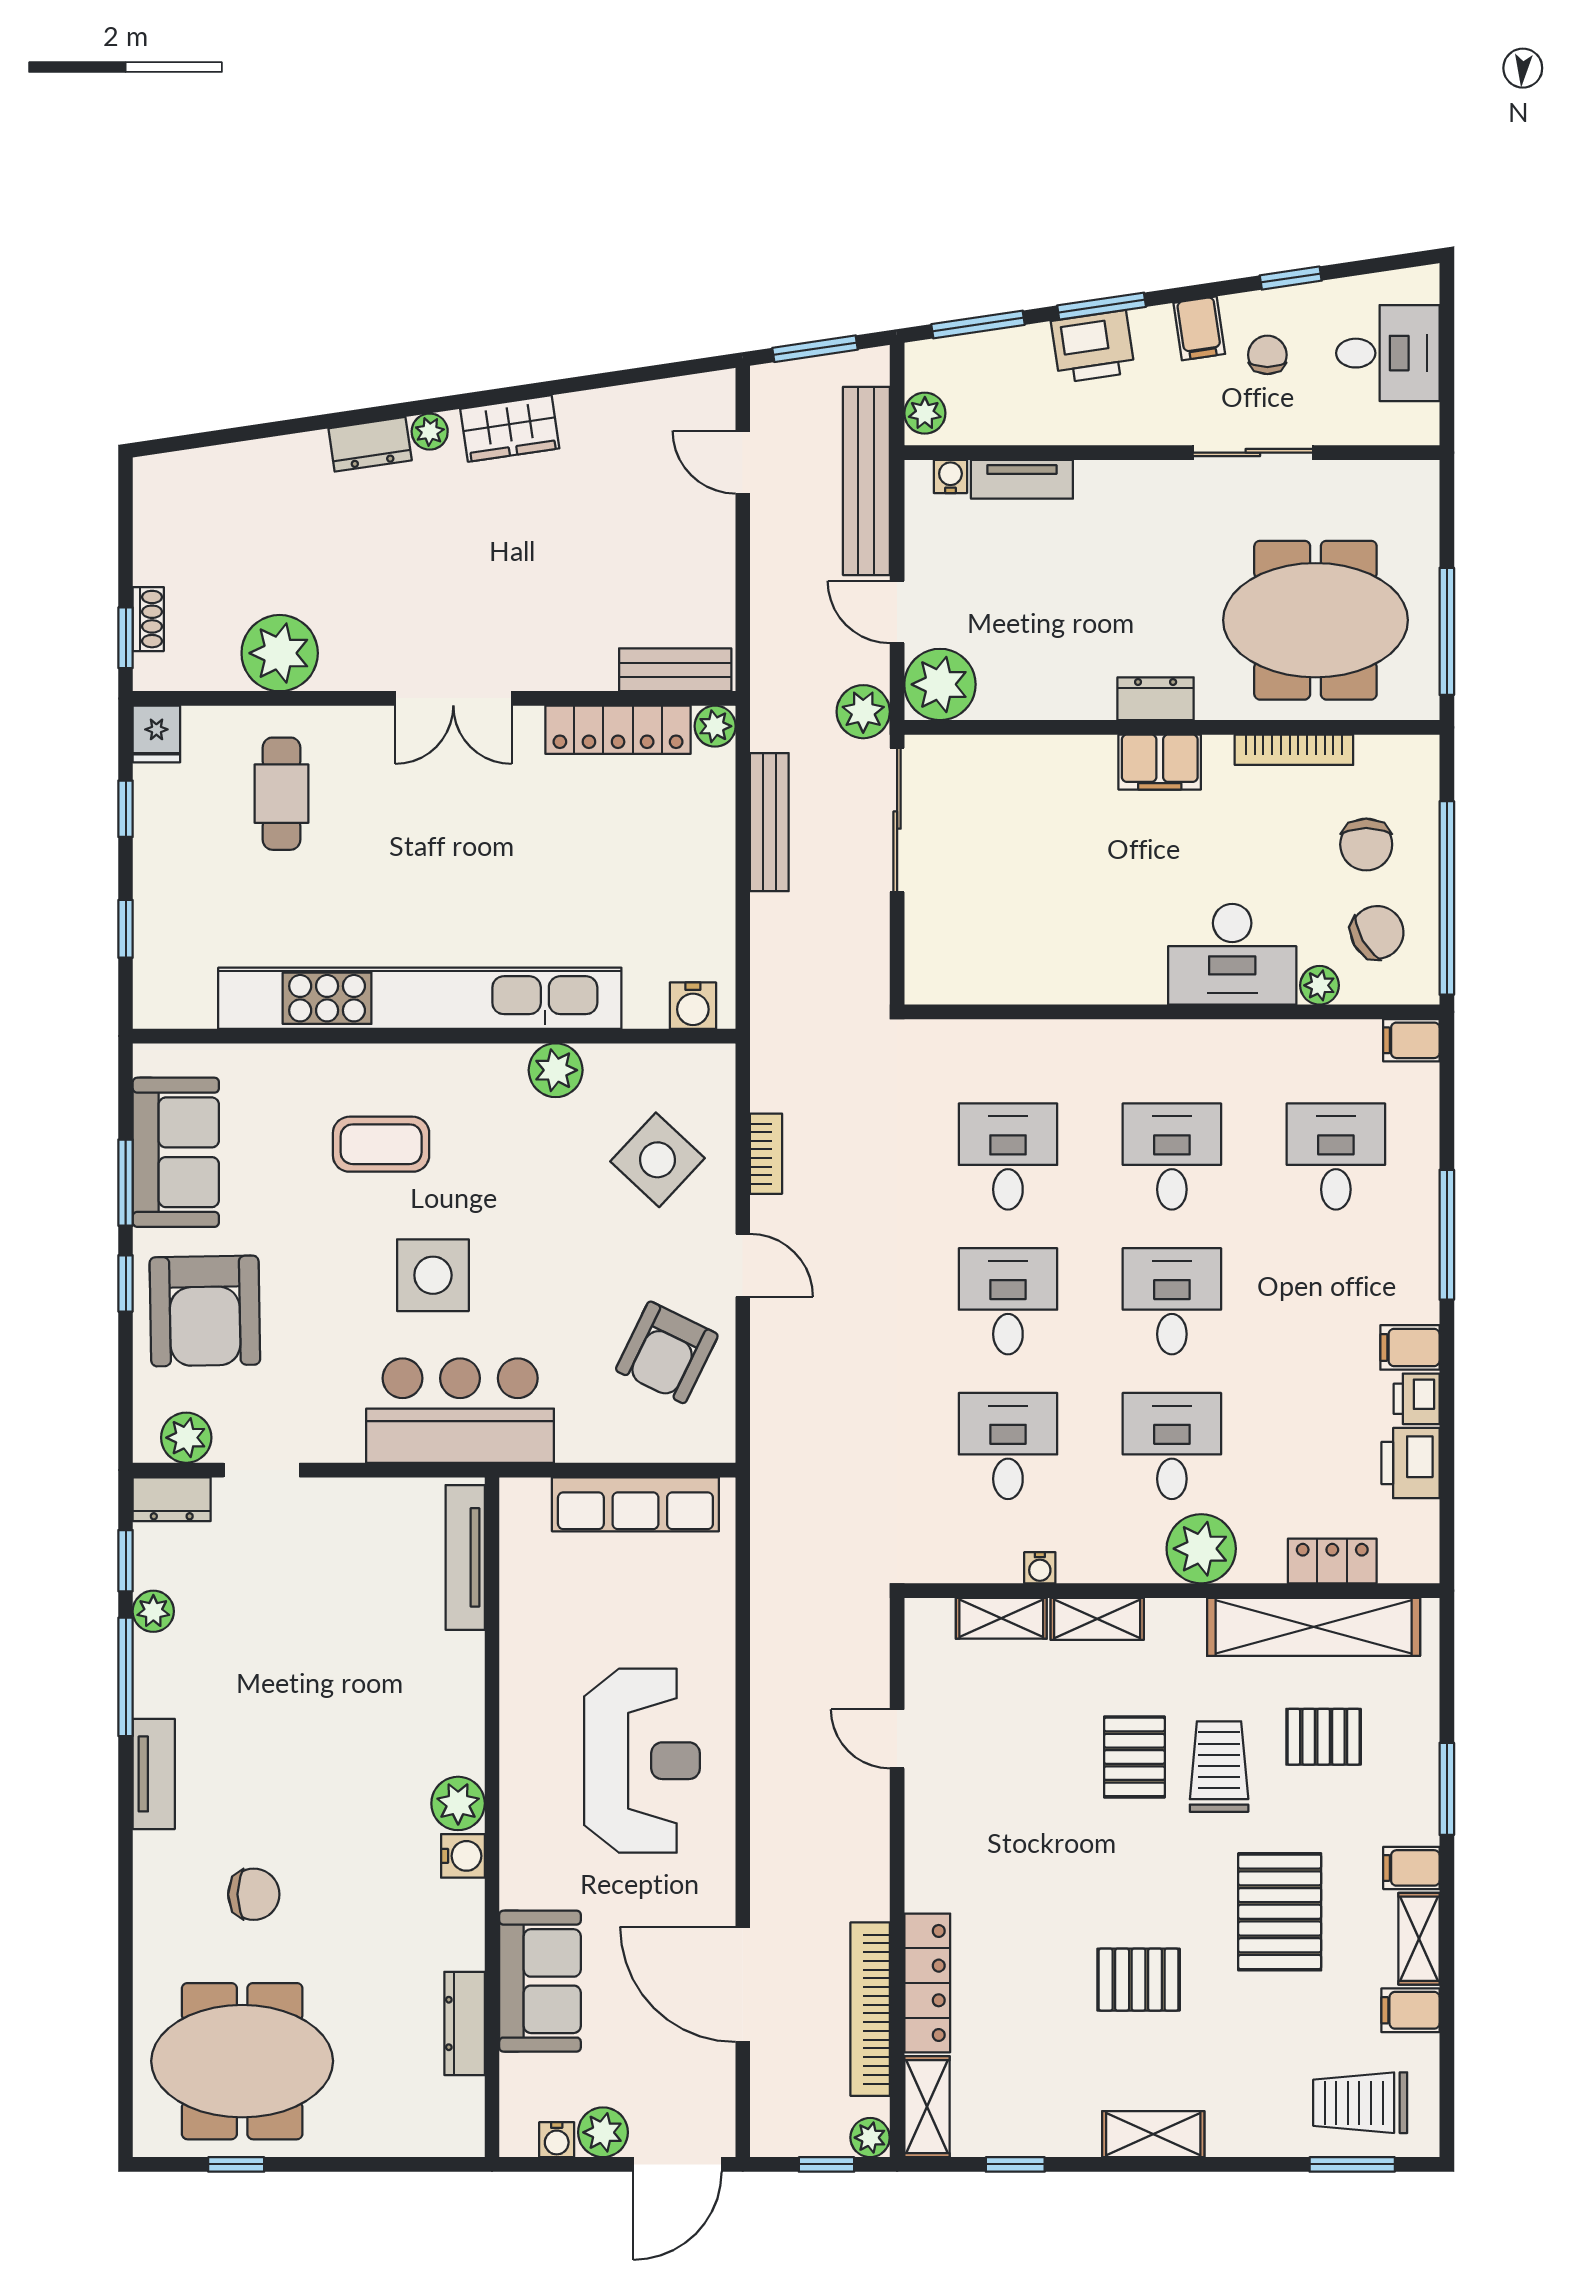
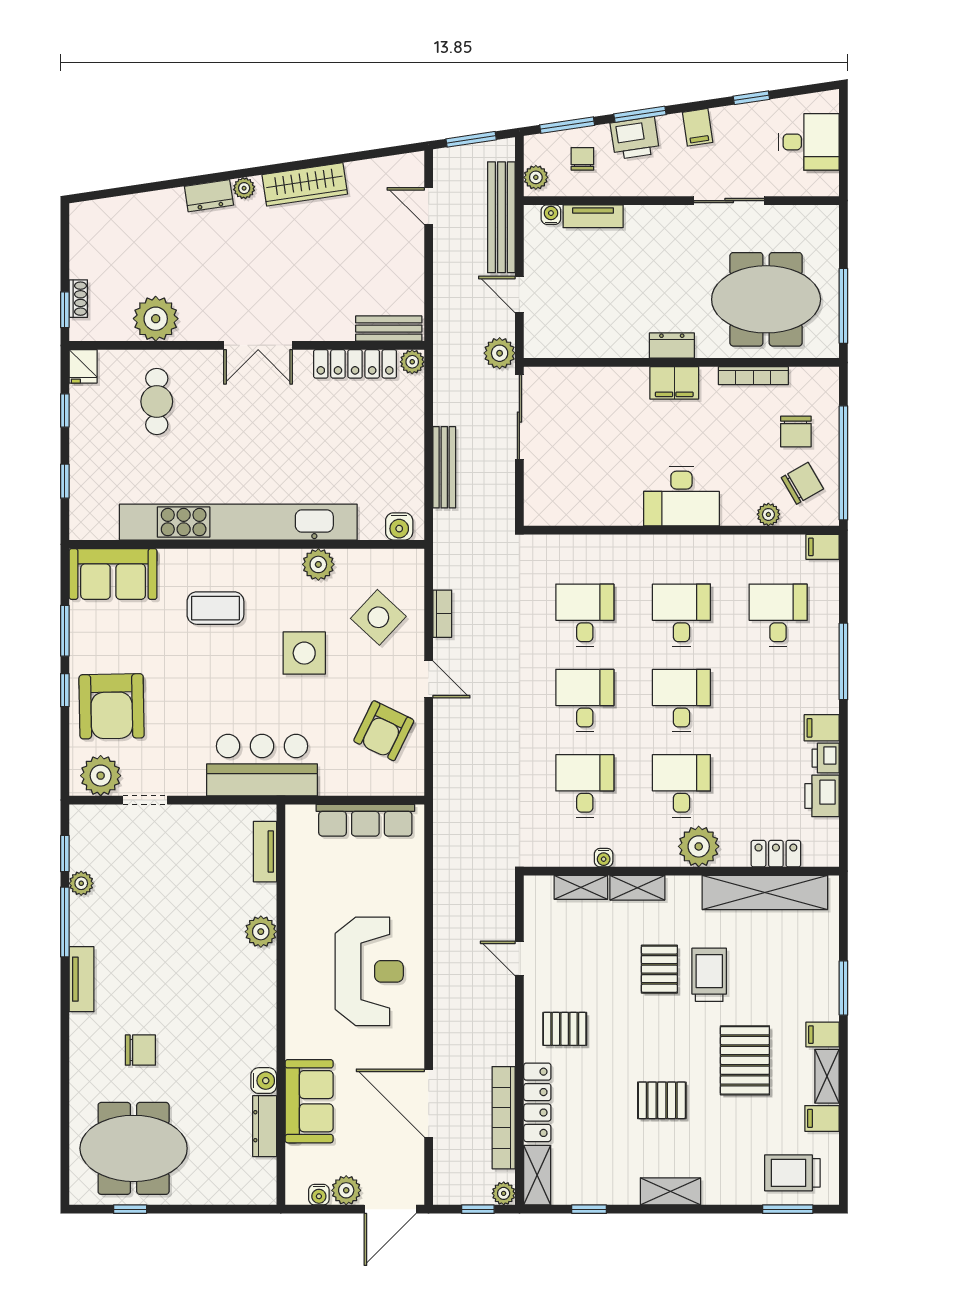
chair: (1267, 355) -> (582, 159), moved
wardrobe: (510, 429) -> (305, 184), width x1.50
plant: (940, 684) -> (545, 337), removed
bench: (769, 822) -> (444, 467), moved
desk: (1232, 954) -> (681, 496), moved
sofa: (176, 1152) -> (113, 574), moved, turned 90
side table: (433, 1275) -> (304, 653), moved
plant: (186, 1438) -> (101, 776), width x1.36, depth x1.36
dresser: (172, 1499) -> (92, 817), removed
tv unit: (465, 1557) -> (265, 852), width x0.71
pallet: (1324, 1737) -> (565, 1029), moved
plant: (458, 1803) -> (261, 932), moved
water cooler: (463, 1856) -> (264, 1081), moved

